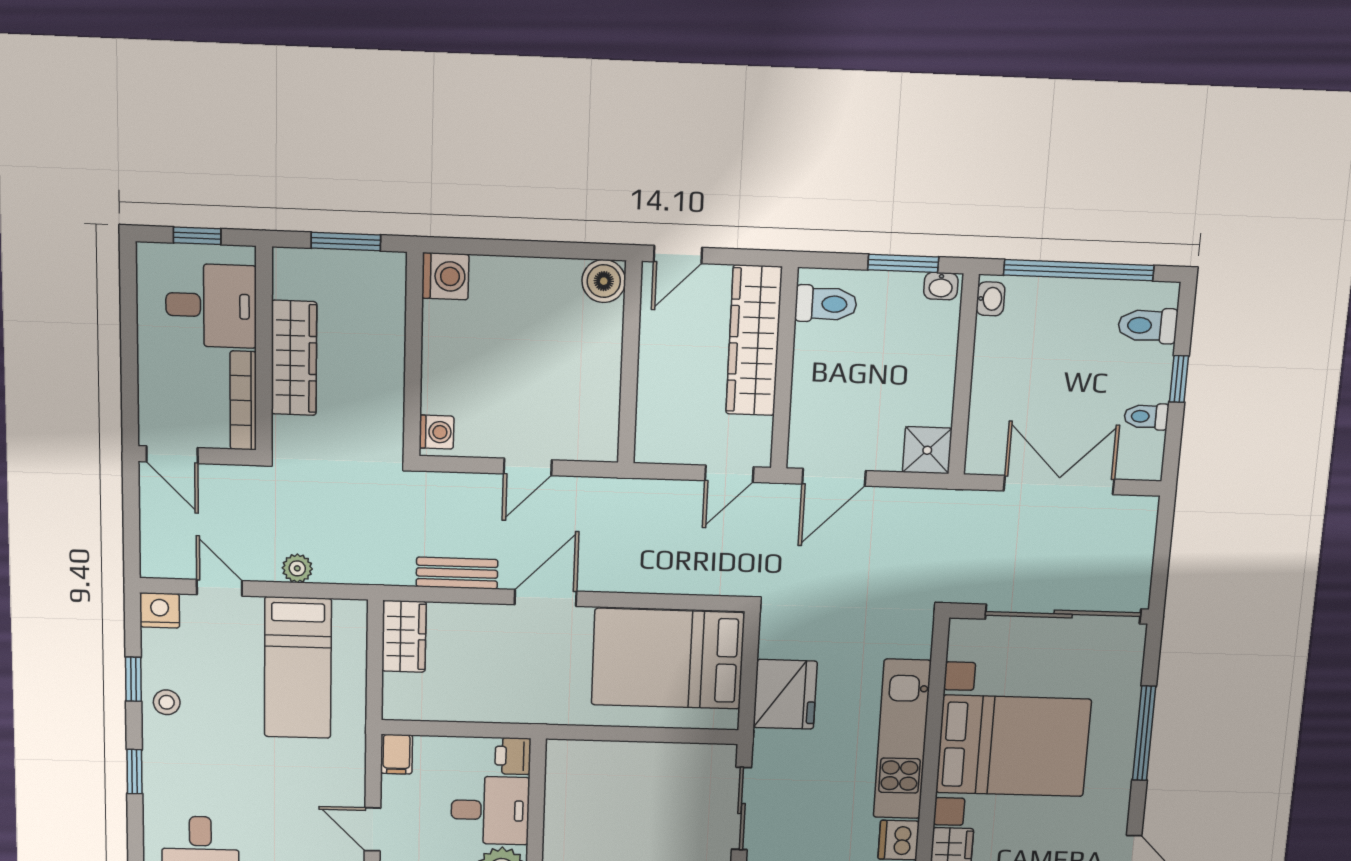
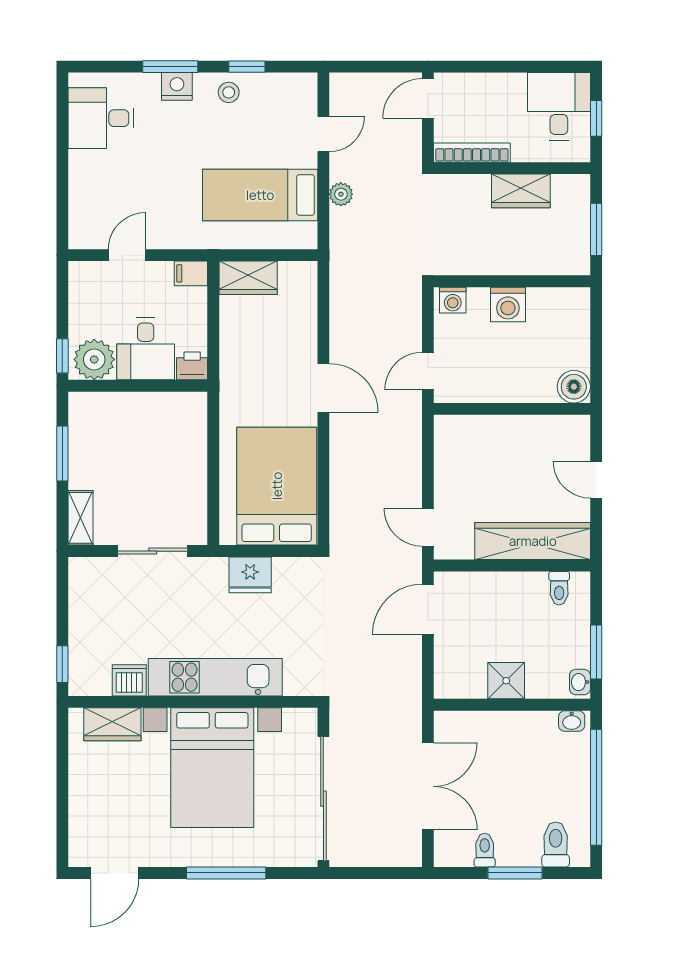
washing machine: (445, 276) -> (508, 304), moved
boiler: (604, 281) -> (574, 387), moved
toilet: (826, 304) -> (559, 588), width x0.73, depth x0.72
desk: (211, 306) -> (559, 106), moved, turned 180
wardrobe: (294, 358) -> (521, 191), width x0.67
wall: (630, 363) -> (512, 409), moved
window: (1179, 379) -> (515, 873), width x1.50
shower: (927, 450) -> (506, 681), moved
door: (528, 467) -> (428, 371), hinge flipped
door: (834, 477) -> (428, 609), hinge flipped
bench: (457, 573) -> (341, 318), removed
nightstand: (160, 610) -> (177, 86), moved, turned -90
wardrobe: (404, 636) -> (248, 278), moved
fridge: (785, 694) -> (250, 575), width x0.73, depth x0.75
window: (135, 772) -> (170, 67), width x1.50

